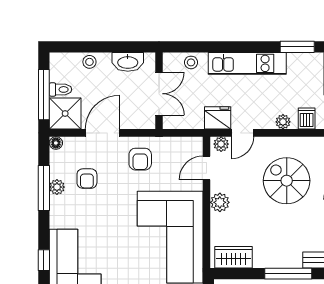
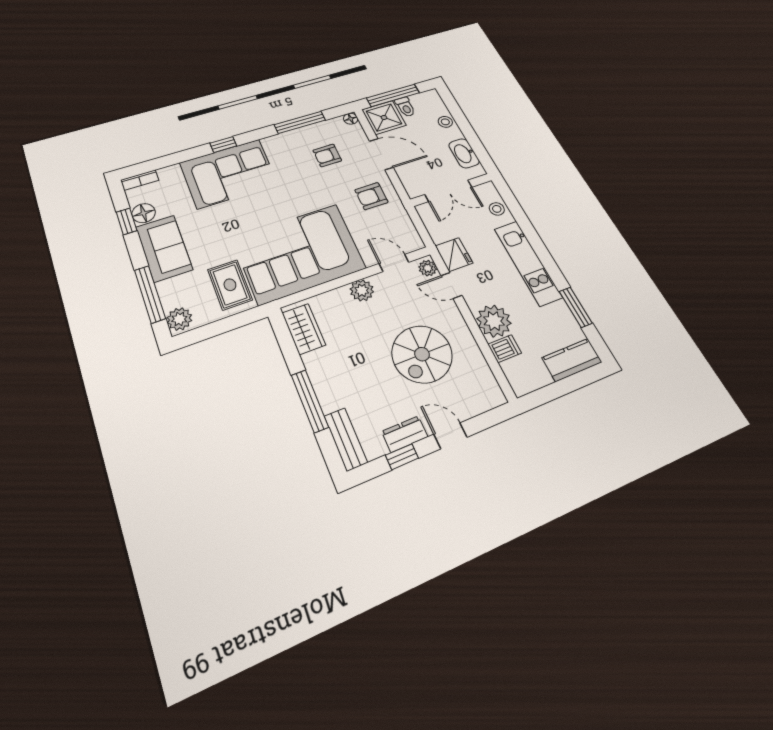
plant: (283, 122) -> (494, 321), width x1.88, depth x1.88
spiral stairs: (287, 181) -> (422, 354), turned 180
plant: (57, 187) -> (306, 133), removed

